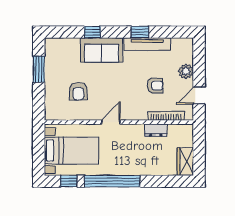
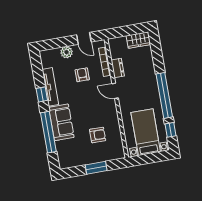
window: (92, 32) -> (48, 132), width x3.17
window: (39, 69) -> (96, 168), moved
door: (111, 122) -> (115, 91), moved

